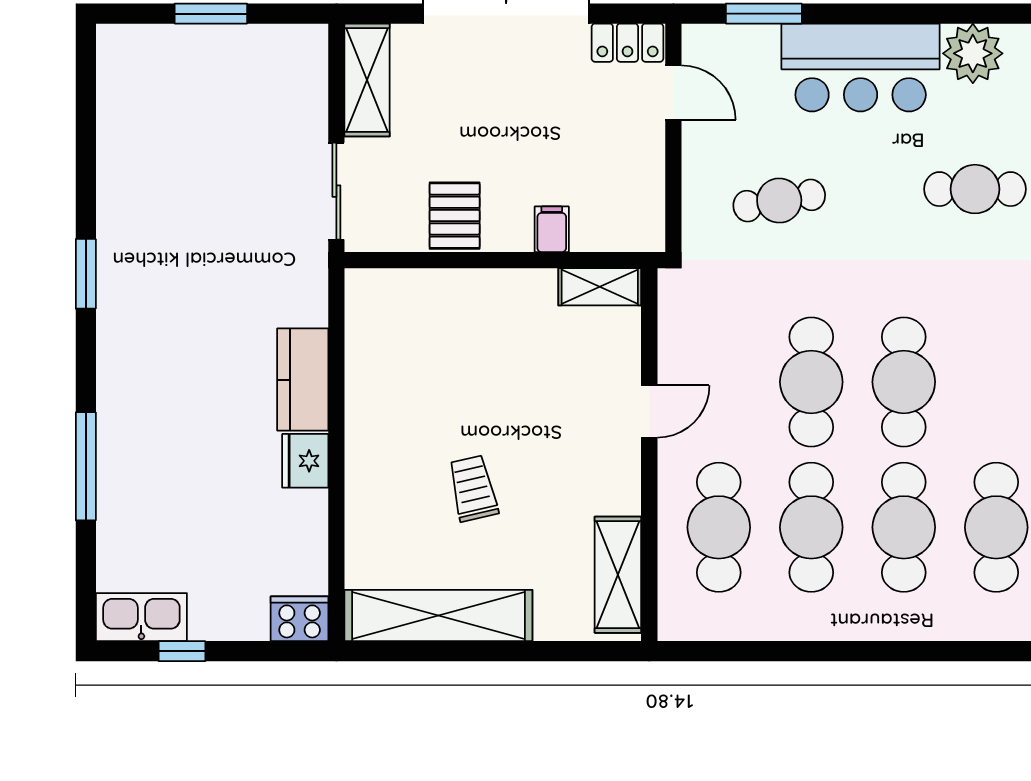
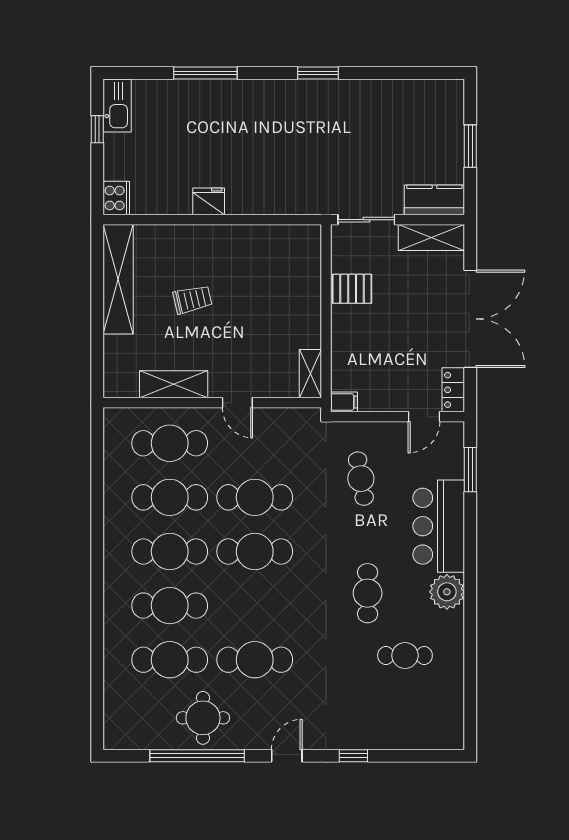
filing cabinet: (552, 229) -> (344, 402), moved
kitchen counter: (303, 380) -> (434, 200), moved
shelving: (618, 575) -> (174, 384), moved

